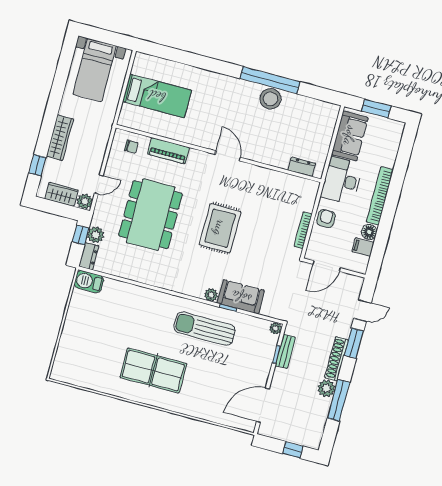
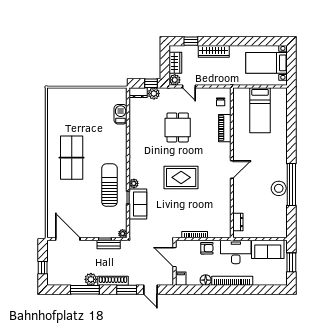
dining table: (151, 215) -> (178, 127), width x0.53, depth x0.80
filing cabinet: (363, 247) -> (181, 279), moved
barbecue: (89, 282) -> (121, 114), moved

